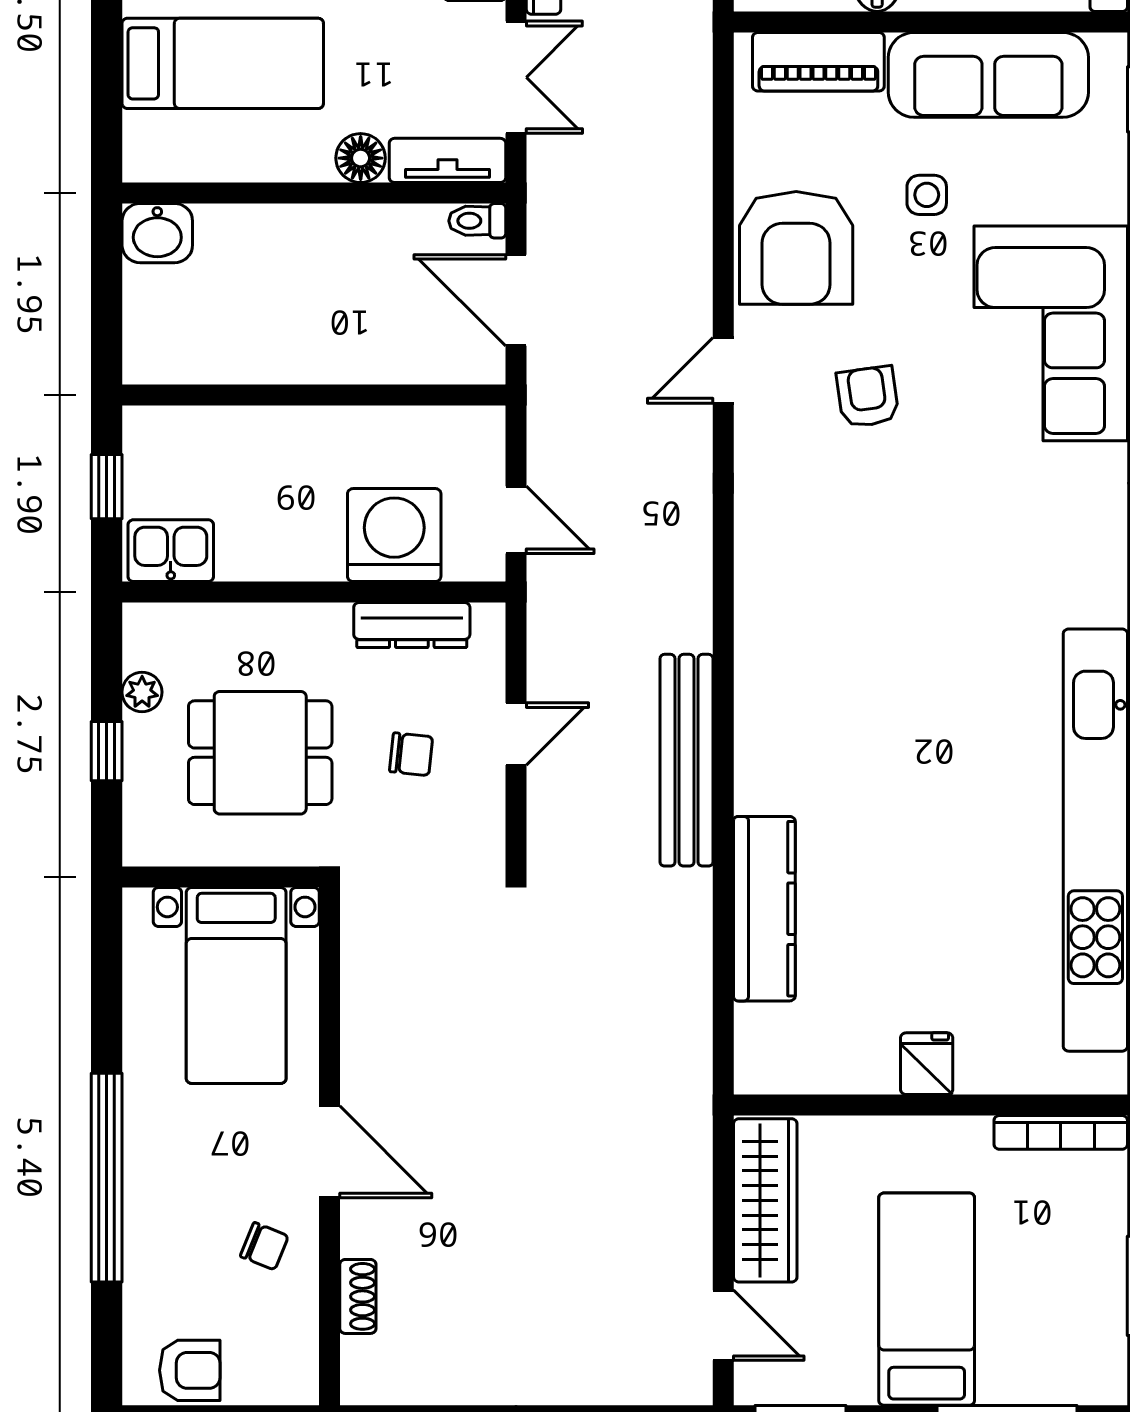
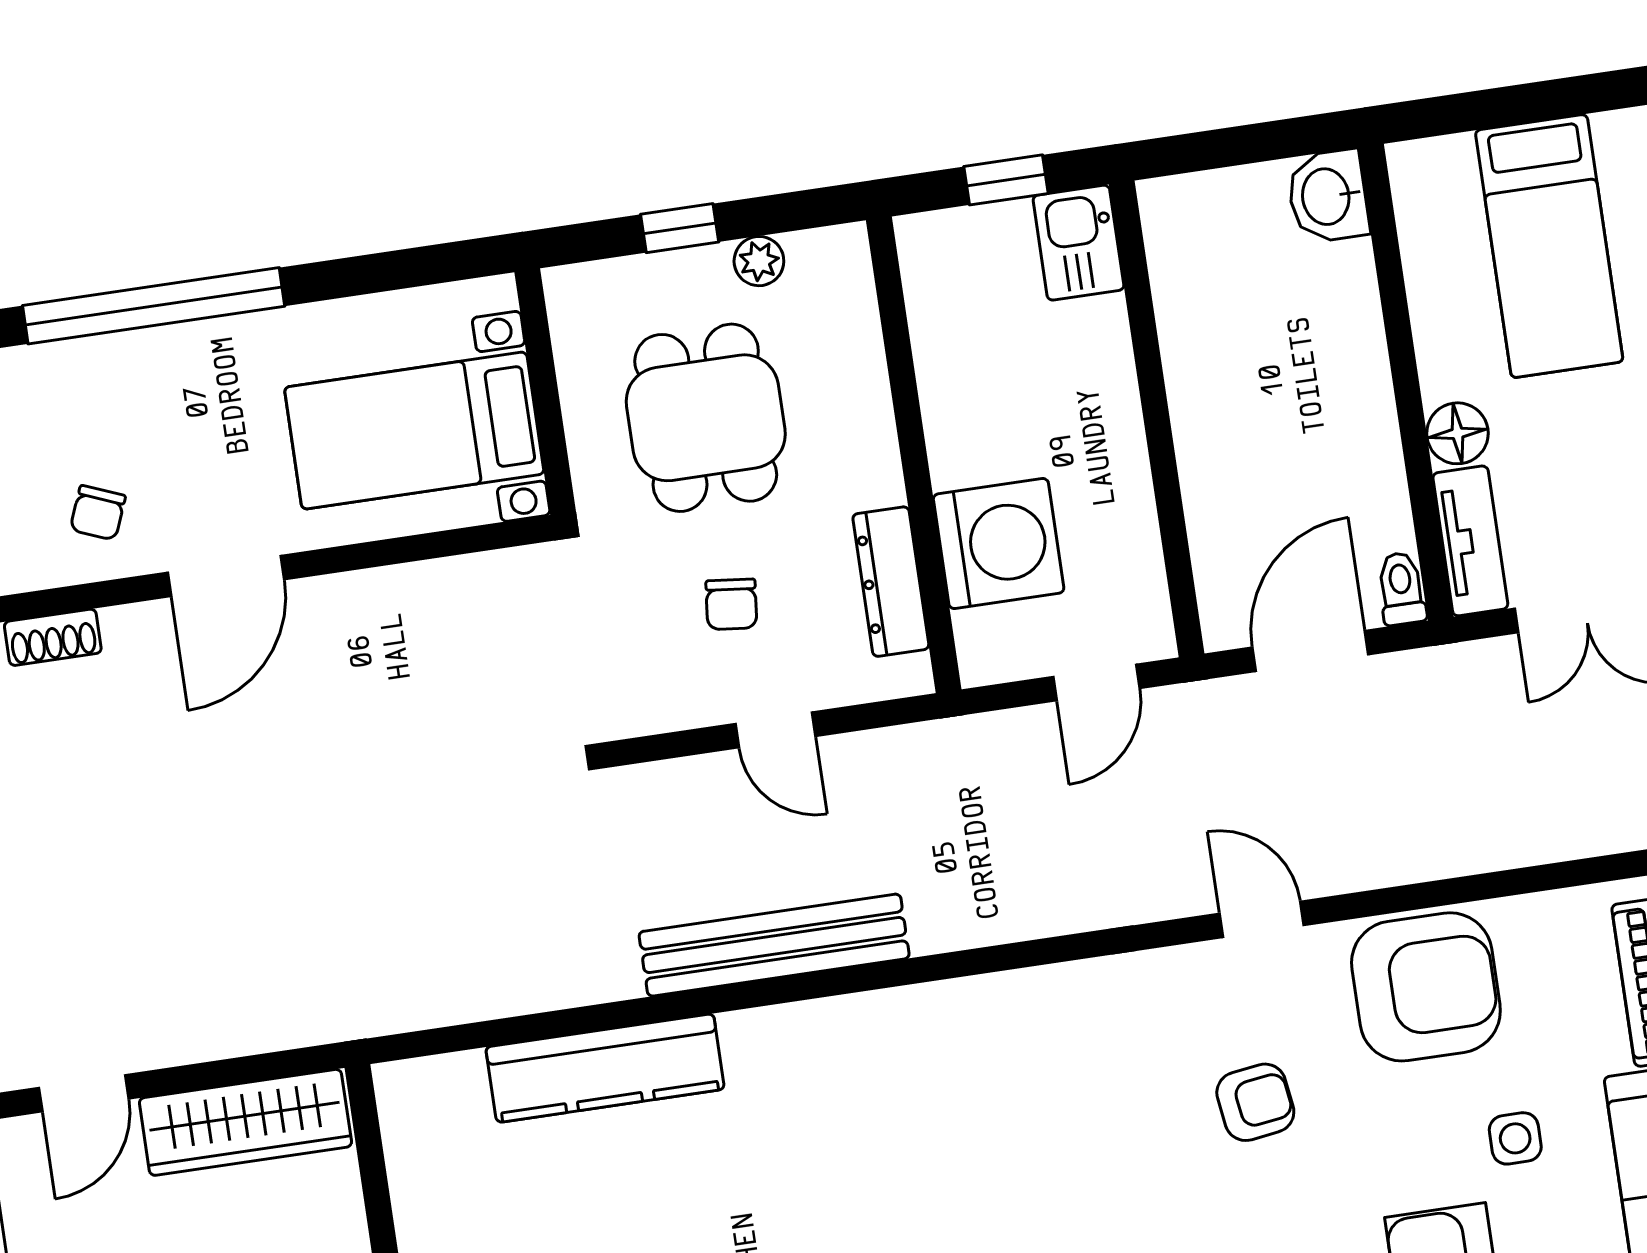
armchair: (796, 248) -> (1426, 987), turned 180
door: (516, 520) -> (1096, 683), moved
kitchen sink: (171, 551) -> (1078, 243), moved, turned 180

